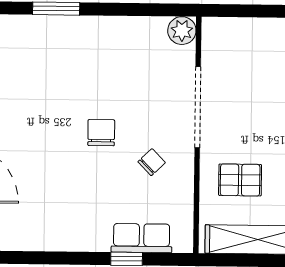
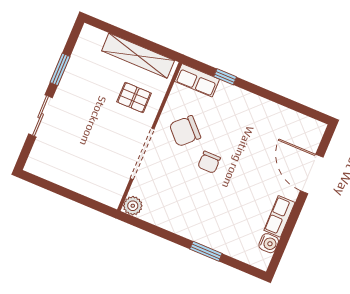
chair: (152, 162) -> (185, 131), width x1.87, depth x1.87
row of seats: (142, 238) -> (197, 80), moved

